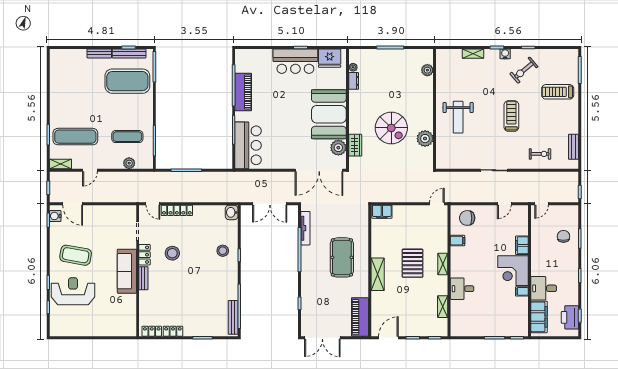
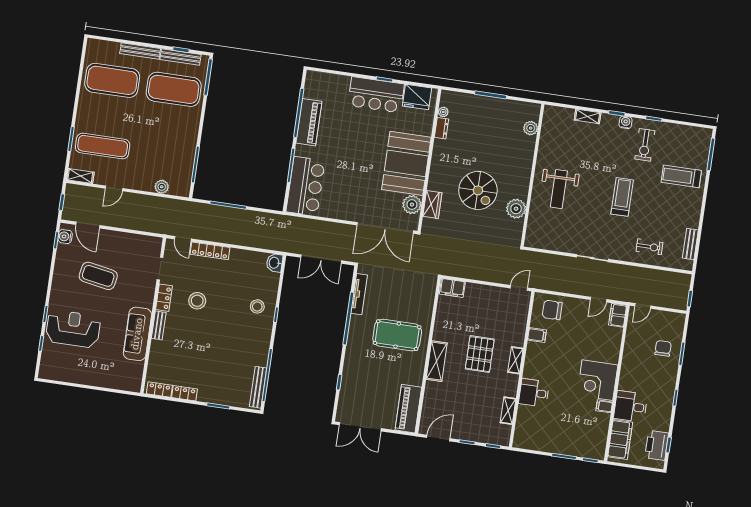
bench: (99, 53) -> (140, 51), width x1.36
exercise bike: (524, 70) -> (645, 145), turned -50
exercise mat: (127, 137) -> (112, 80), moved, width x2.00, depth x1.45
filing cabinet: (522, 245) -> (618, 315), moved
coffee table: (76, 255) -> (98, 276), moved
pool table: (342, 257) -> (397, 335), turned 90
sofa: (127, 271) -> (137, 334), moved

